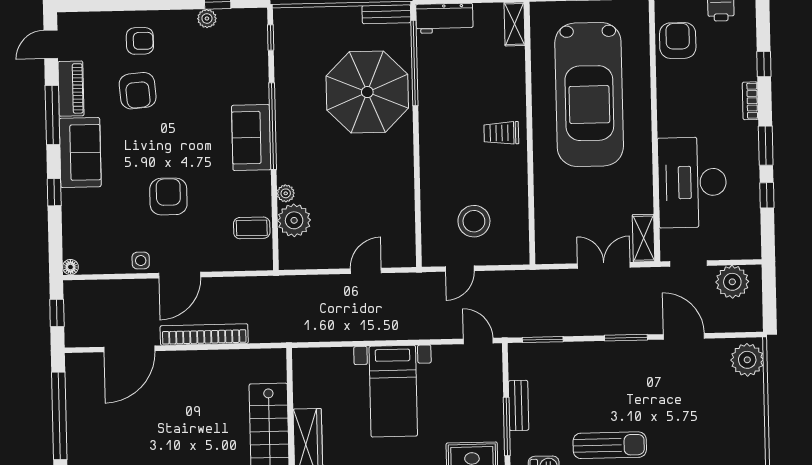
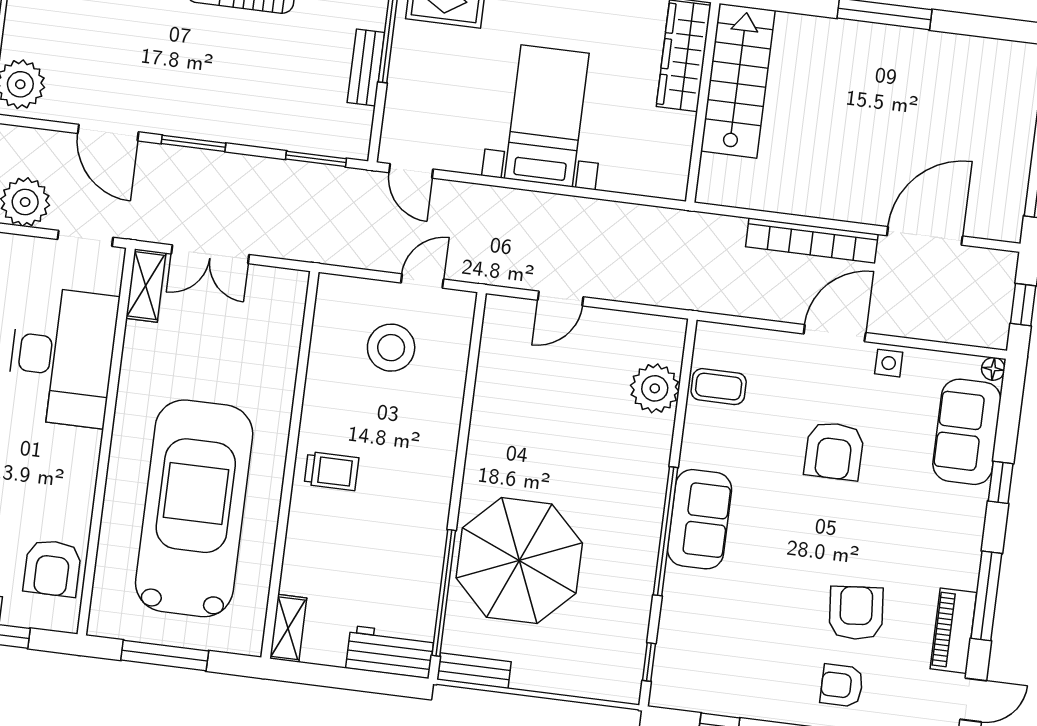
plant: (207, 18) -> (738, 704), removed
sofa: (80, 152) -> (967, 432), moved
plant: (286, 193) -> (661, 430), removed

